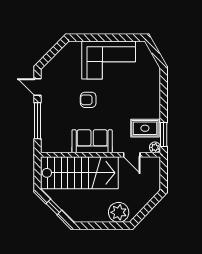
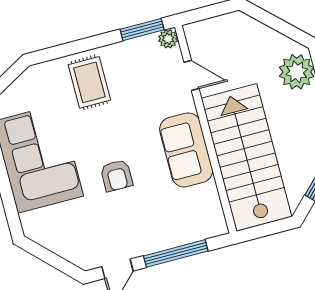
rug: (145, 128) -> (89, 82), moved
door: (132, 155) -> (191, 75), hinge flipped

